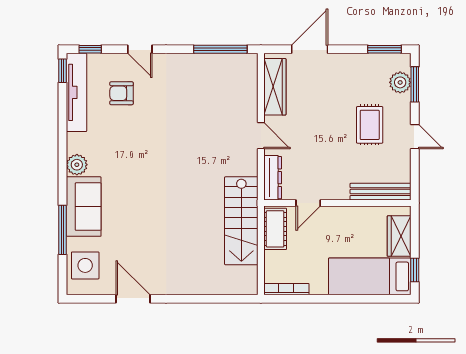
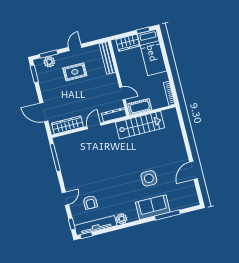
plant: (77, 165) -> (122, 219), moved
side table: (85, 265) -> (149, 178), moved

